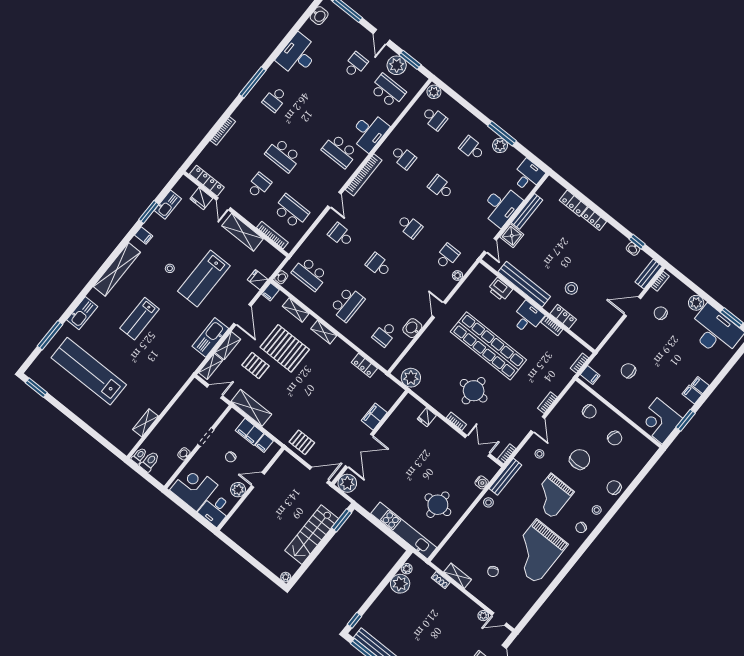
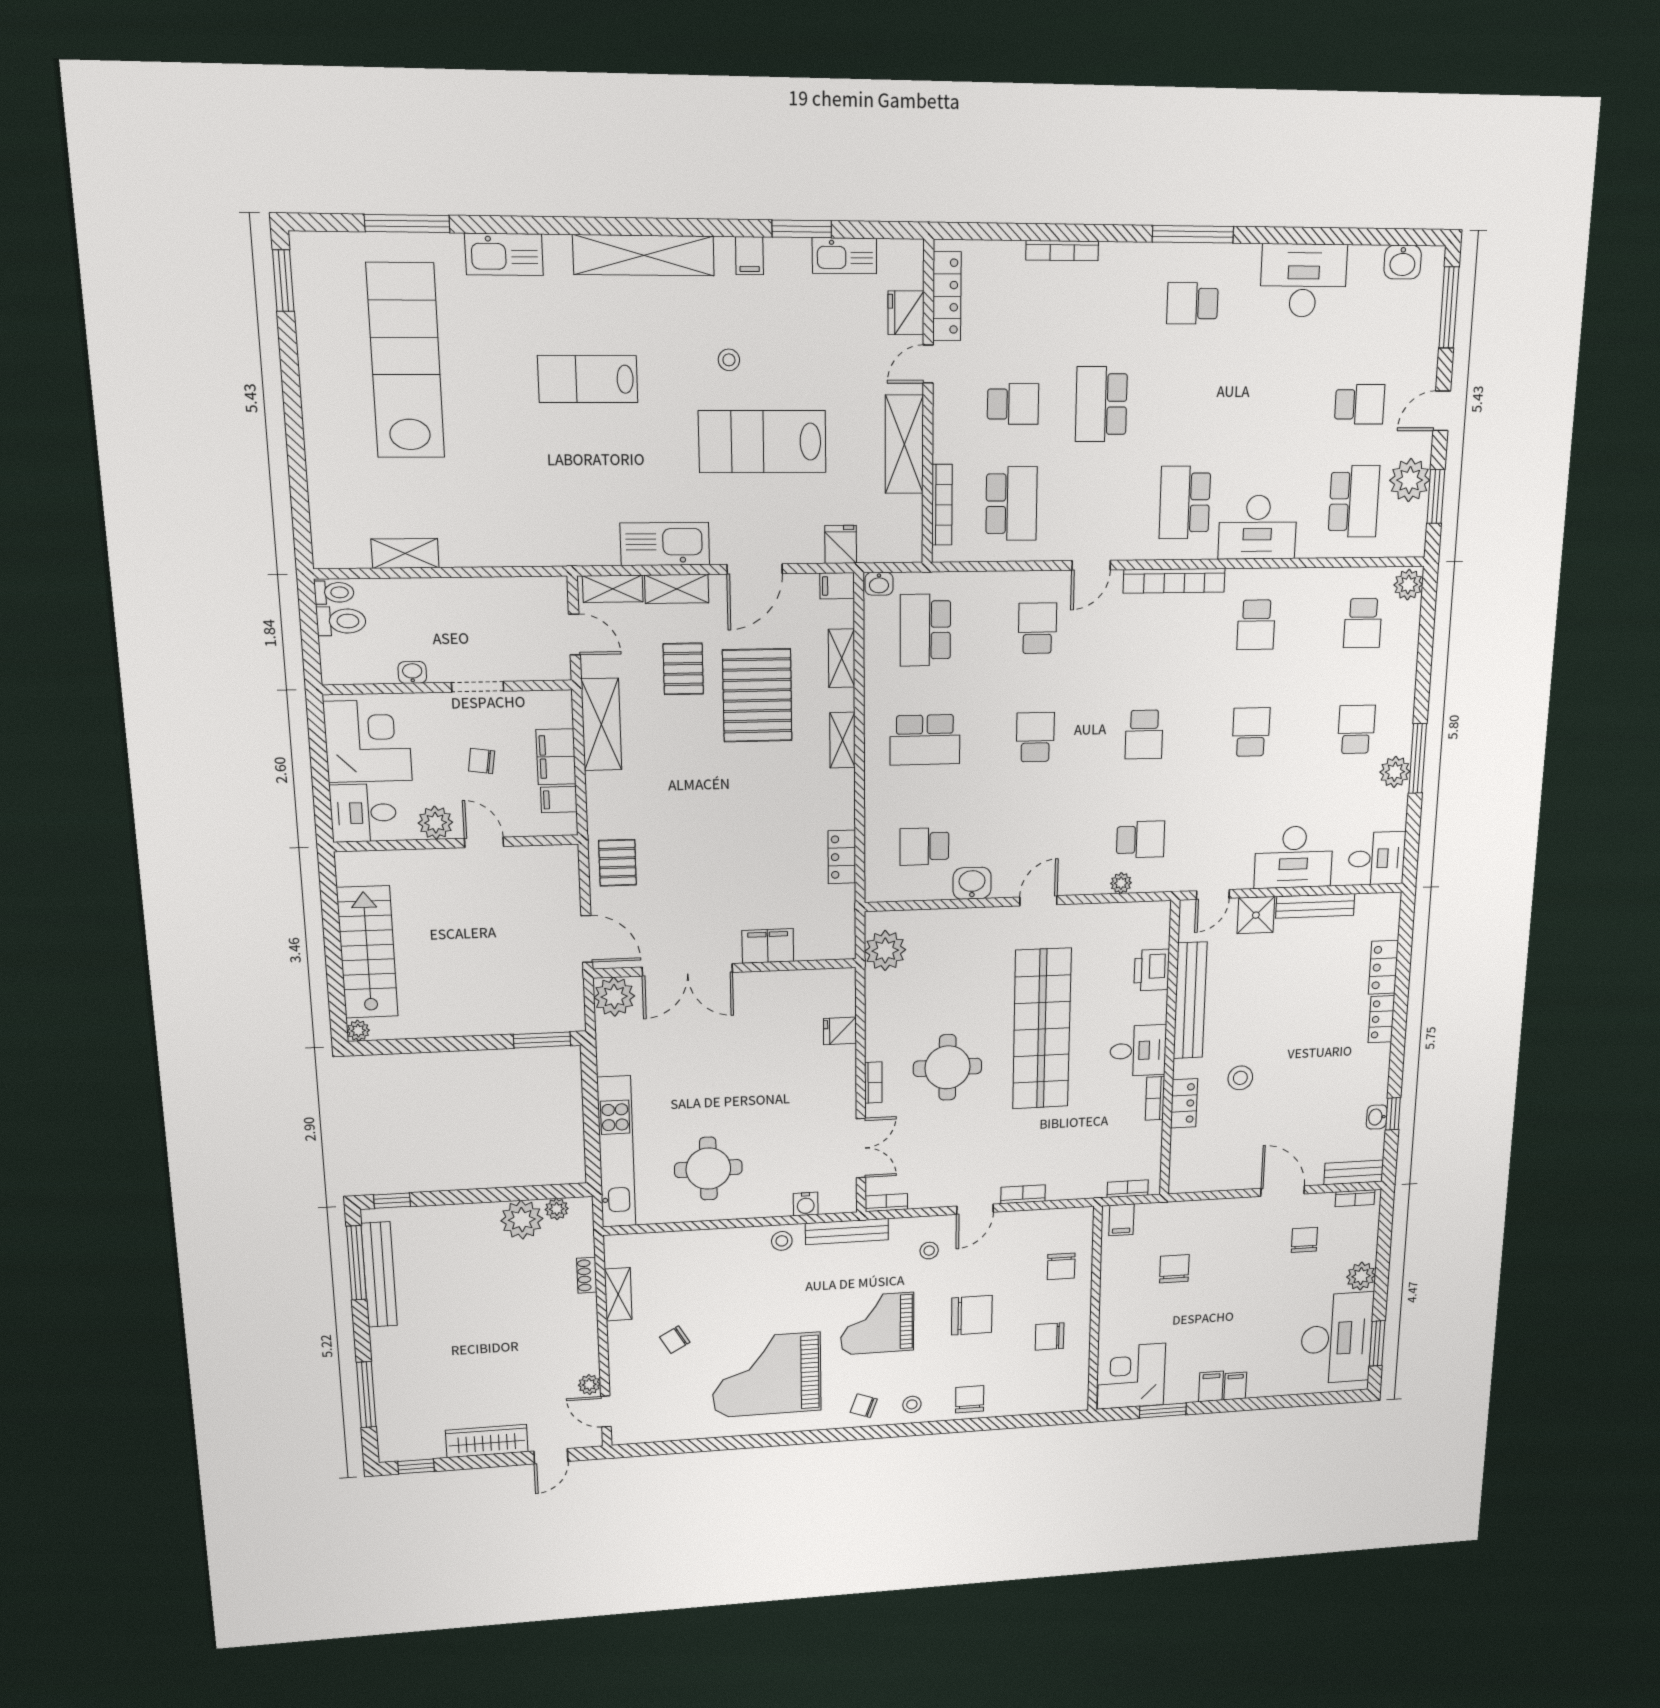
chair: (615, 438) -> (1050, 1337), turned 71
stairs: (312, 535) -> (367, 952), moved, turned 90

